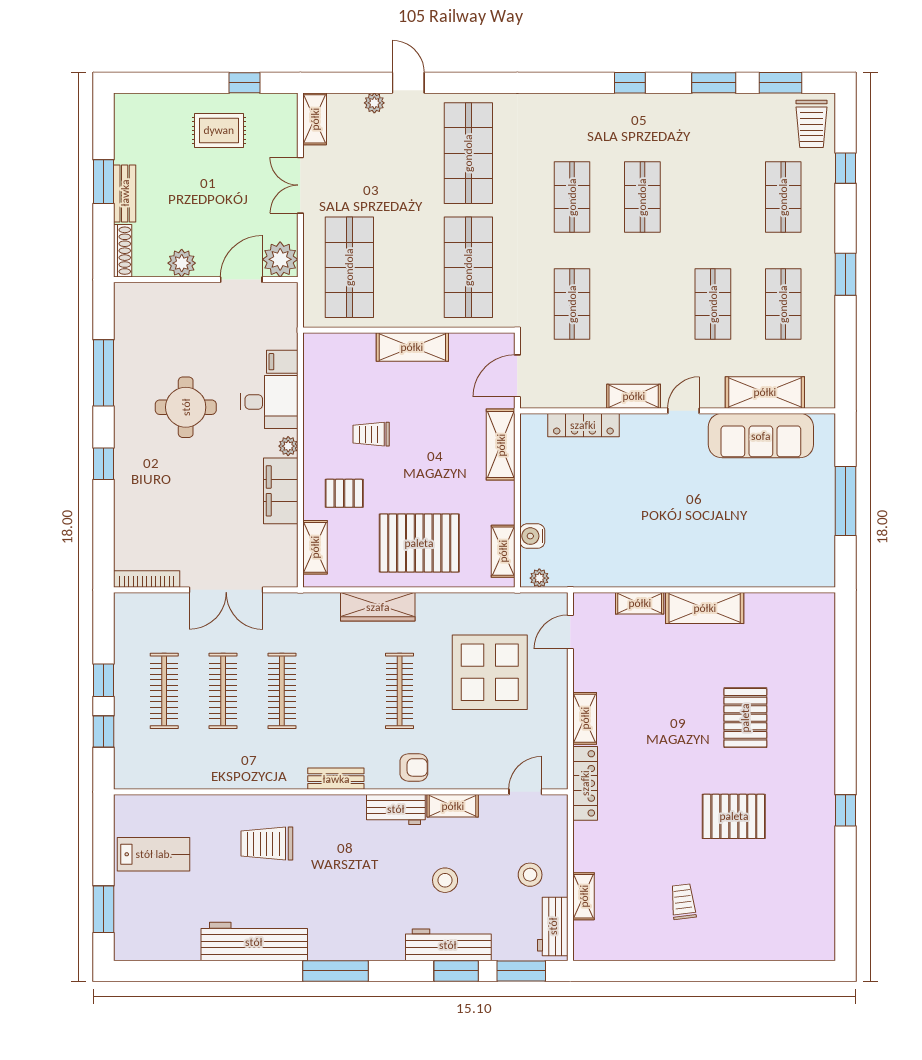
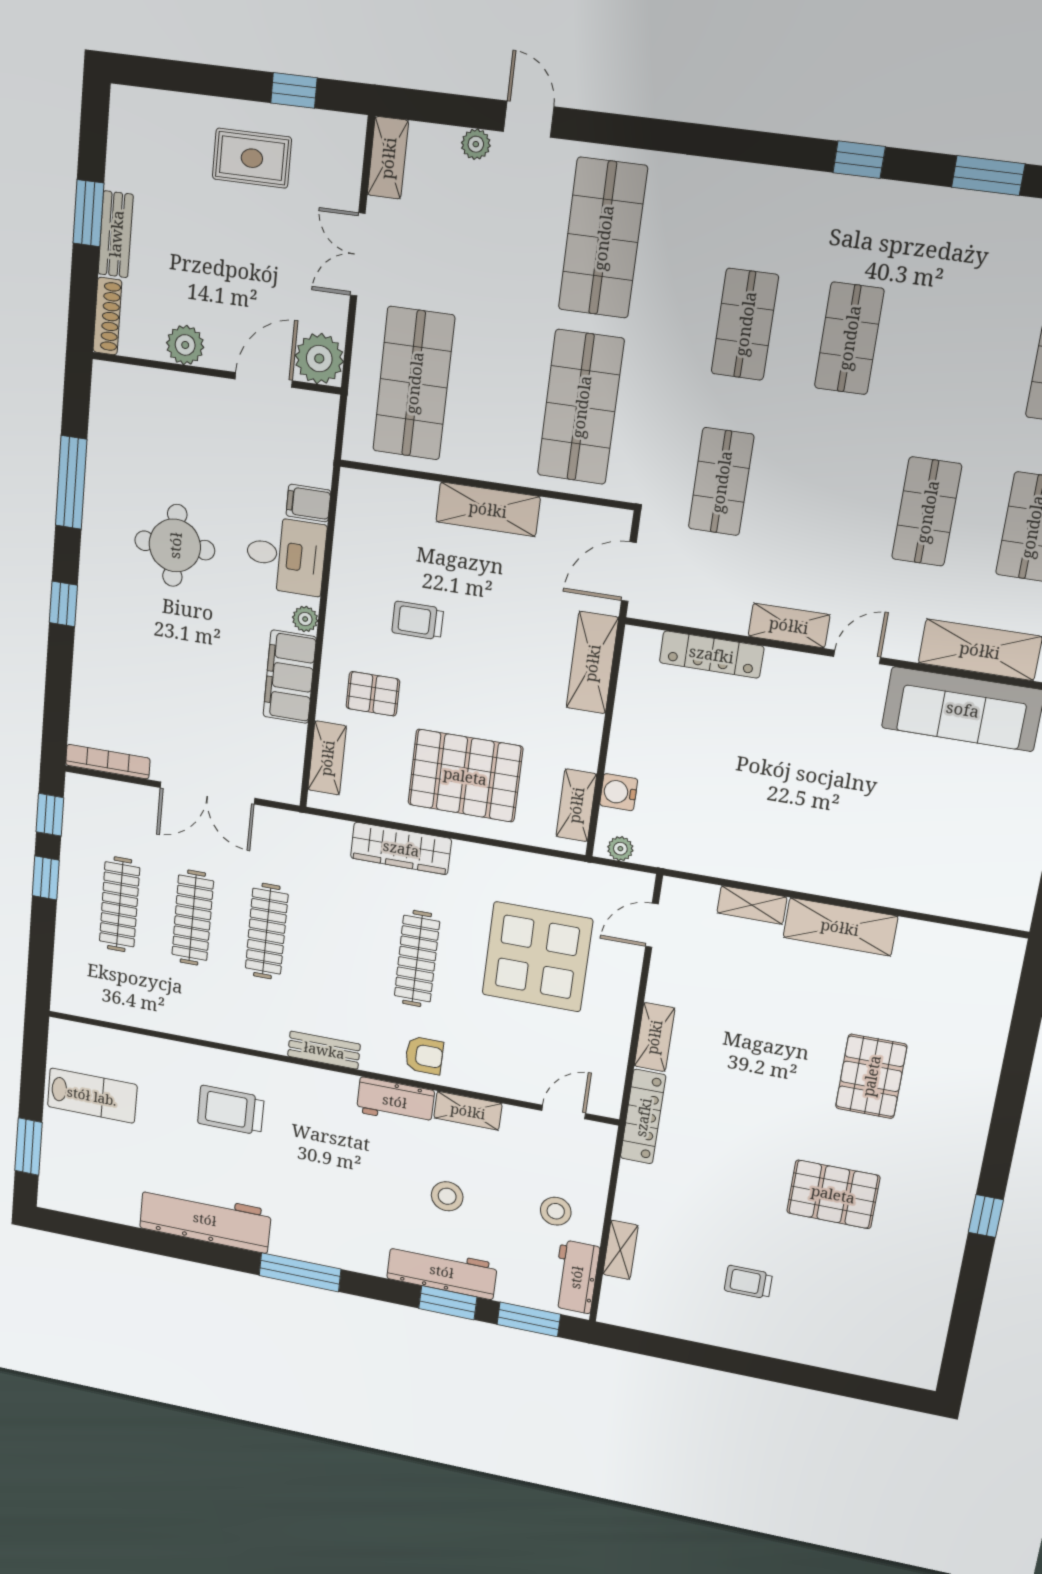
window: (104, 732) -> (50, 815), moved
trolley: (683, 902) -> (748, 1282), turned -83

